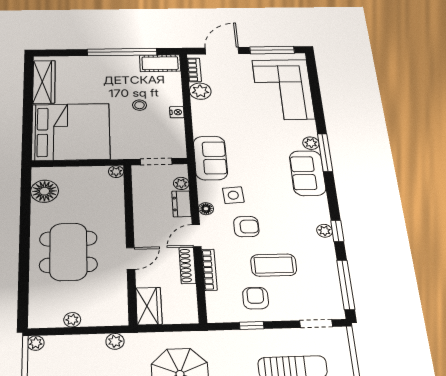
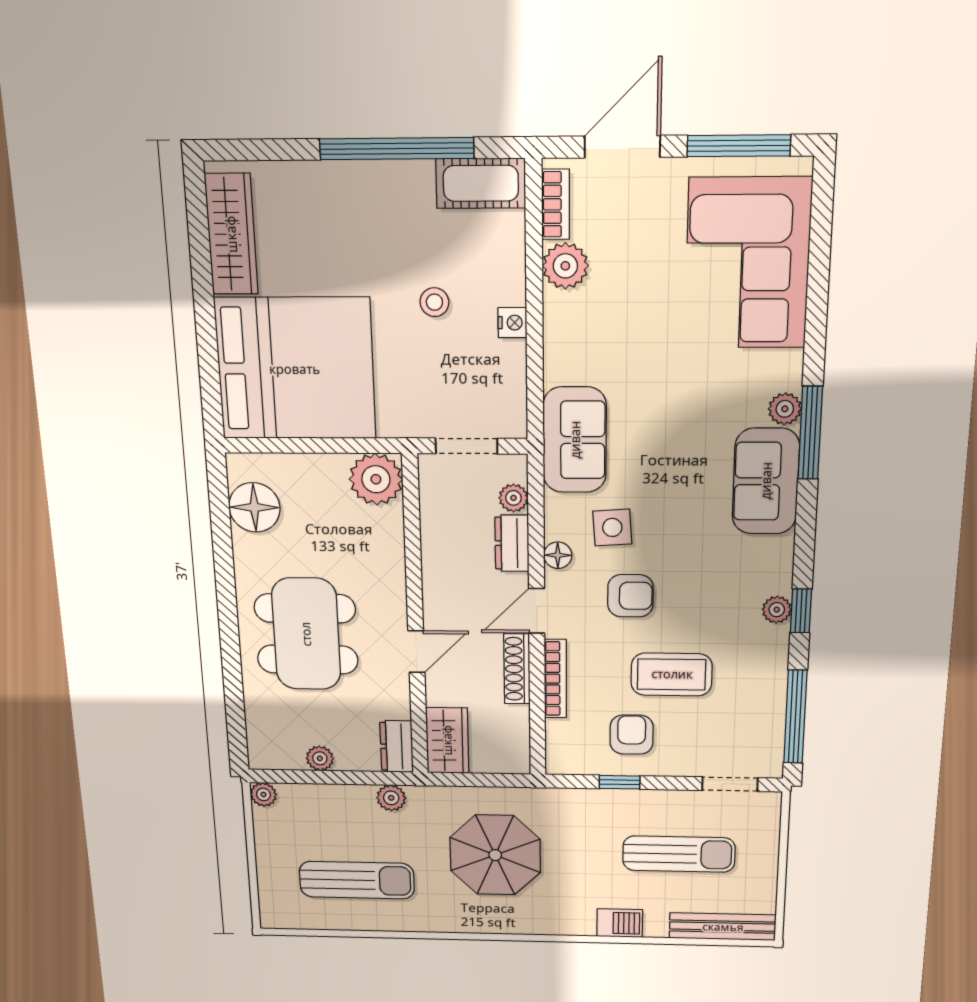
plant: (116, 172) -> (376, 479), width x1.87, depth x1.87
dresser: (119, 311) -> (397, 746), added

